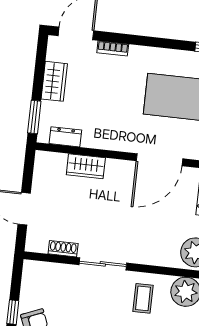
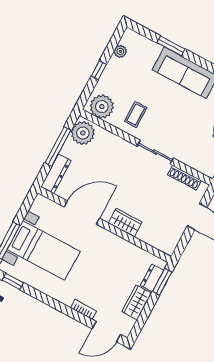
dresser: (65, 137) -> (152, 278), moved, turned 90
wardrobe: (86, 166) -> (125, 223), moved
shoe rack: (63, 249) -> (184, 178), width x1.43

